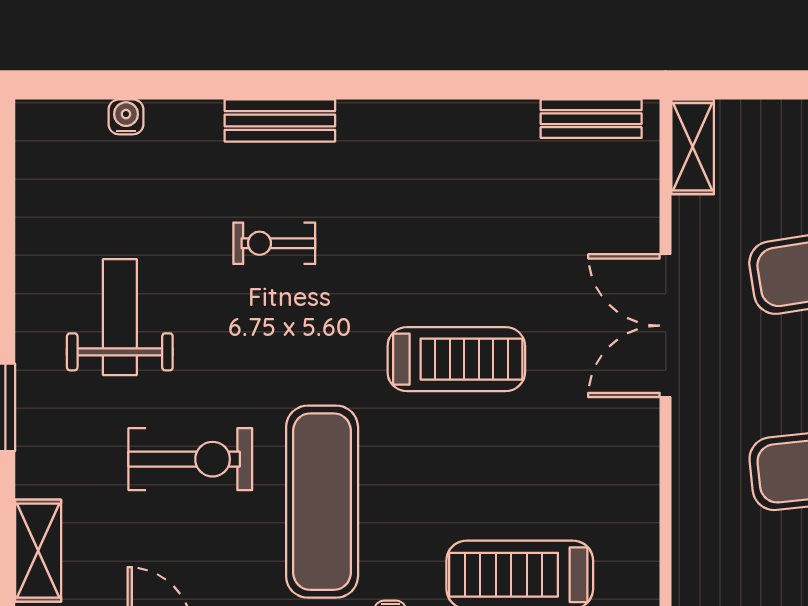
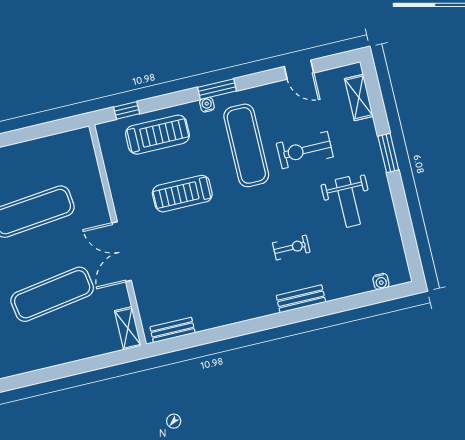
water cooler: (126, 117) -> (381, 281), moved
double door: (666, 326) -> (122, 252), swing flipped
treadmill: (456, 359) -> (182, 194), moved

